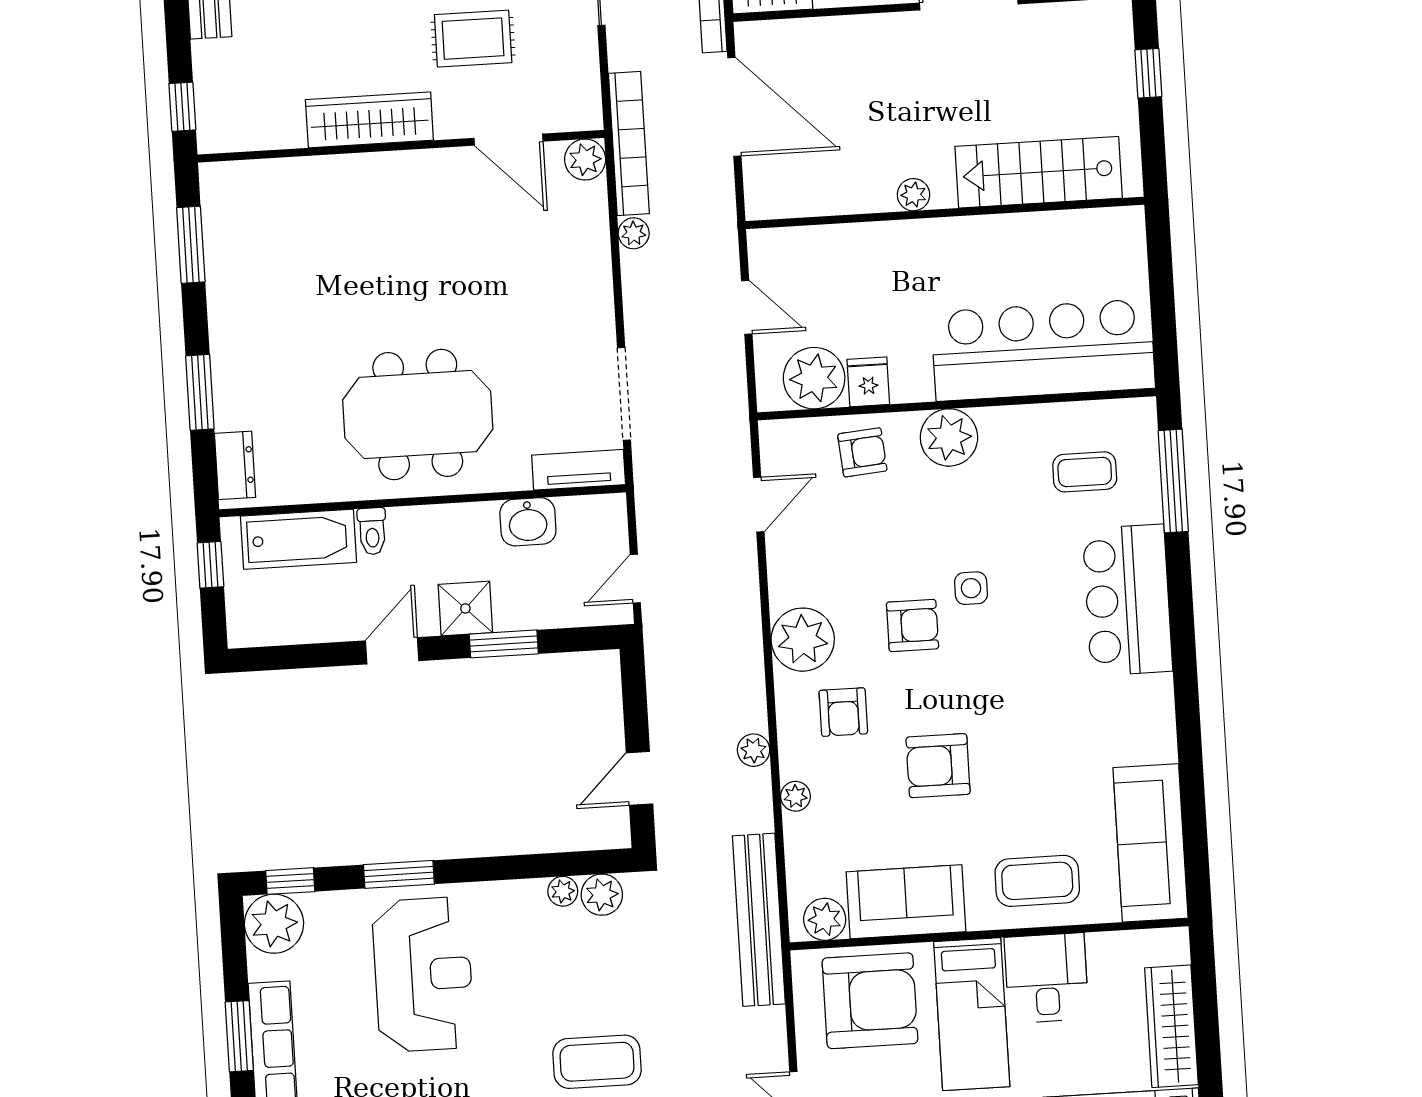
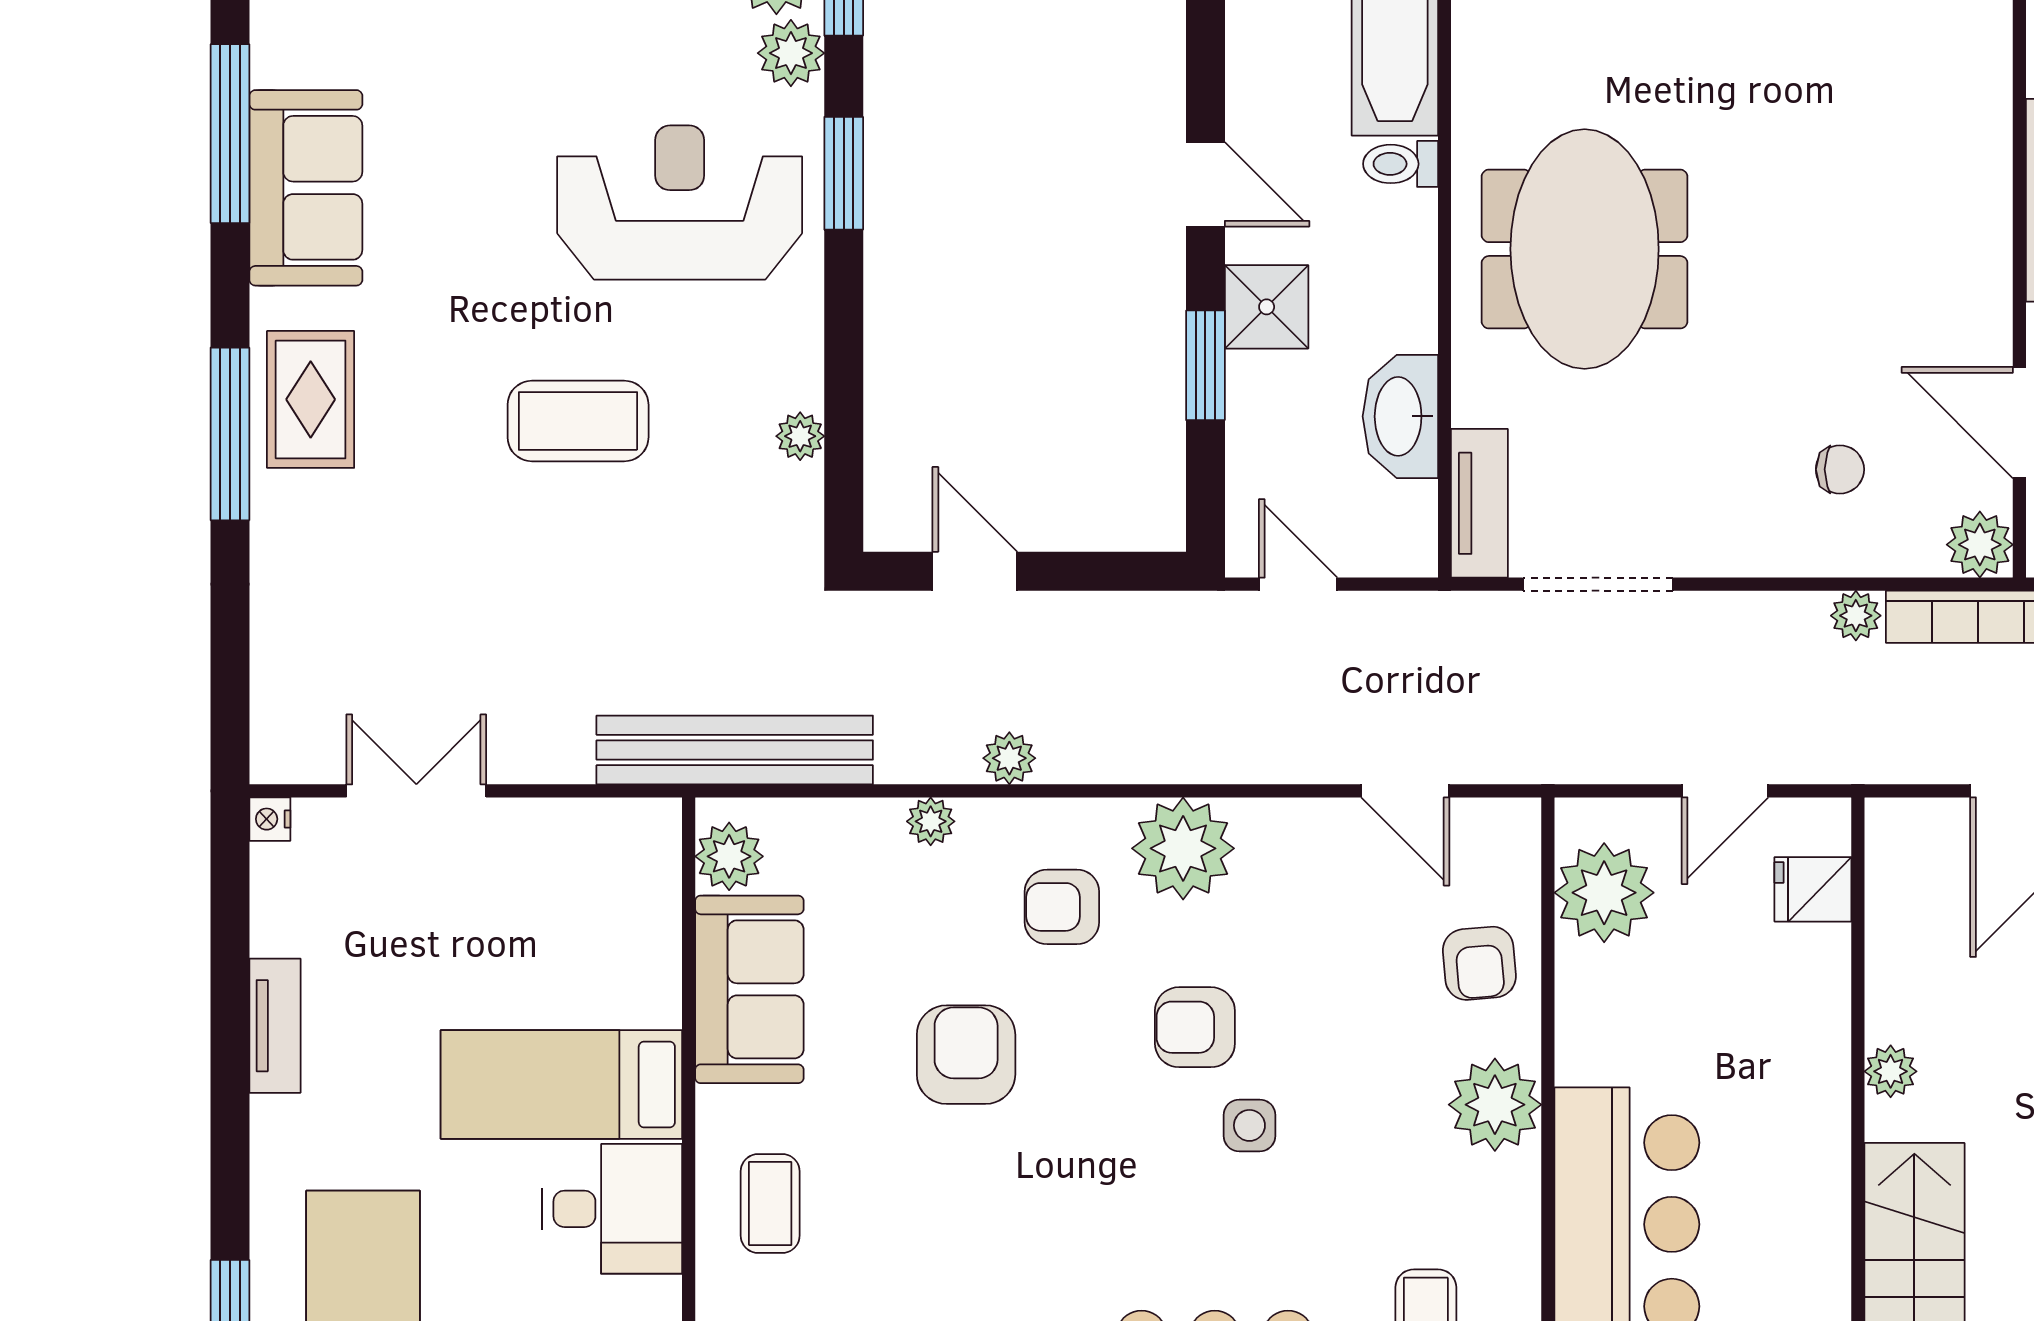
door: (508, 140) -> (2019, 423), hinge flipped
chair: (544, 249) -> (1840, 469), added
fridge: (868, 382) -> (1813, 889), moved, turned 180
washbasin: (528, 522) -> (1400, 416), width x1.38
armchair: (912, 625) -> (1195, 1027), turned 90
coffee table: (1037, 881) -> (770, 1203), width x0.73, depth x0.77
plant: (602, 895) -> (791, 53), moved
reception desk: (423, 974) -> (680, 202), turned 180
armchair: (870, 1001) -> (593, 922), removed
coffee table: (597, 1062) -> (578, 421), moved, turned 90

